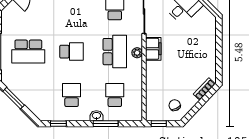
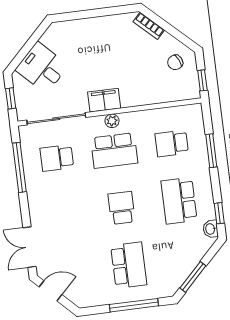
school desk: (115, 52) -> (114, 151), turned 180
school desk: (72, 95) -> (179, 201), width x1.85
washbasin: (96, 116) -> (211, 229), moved

